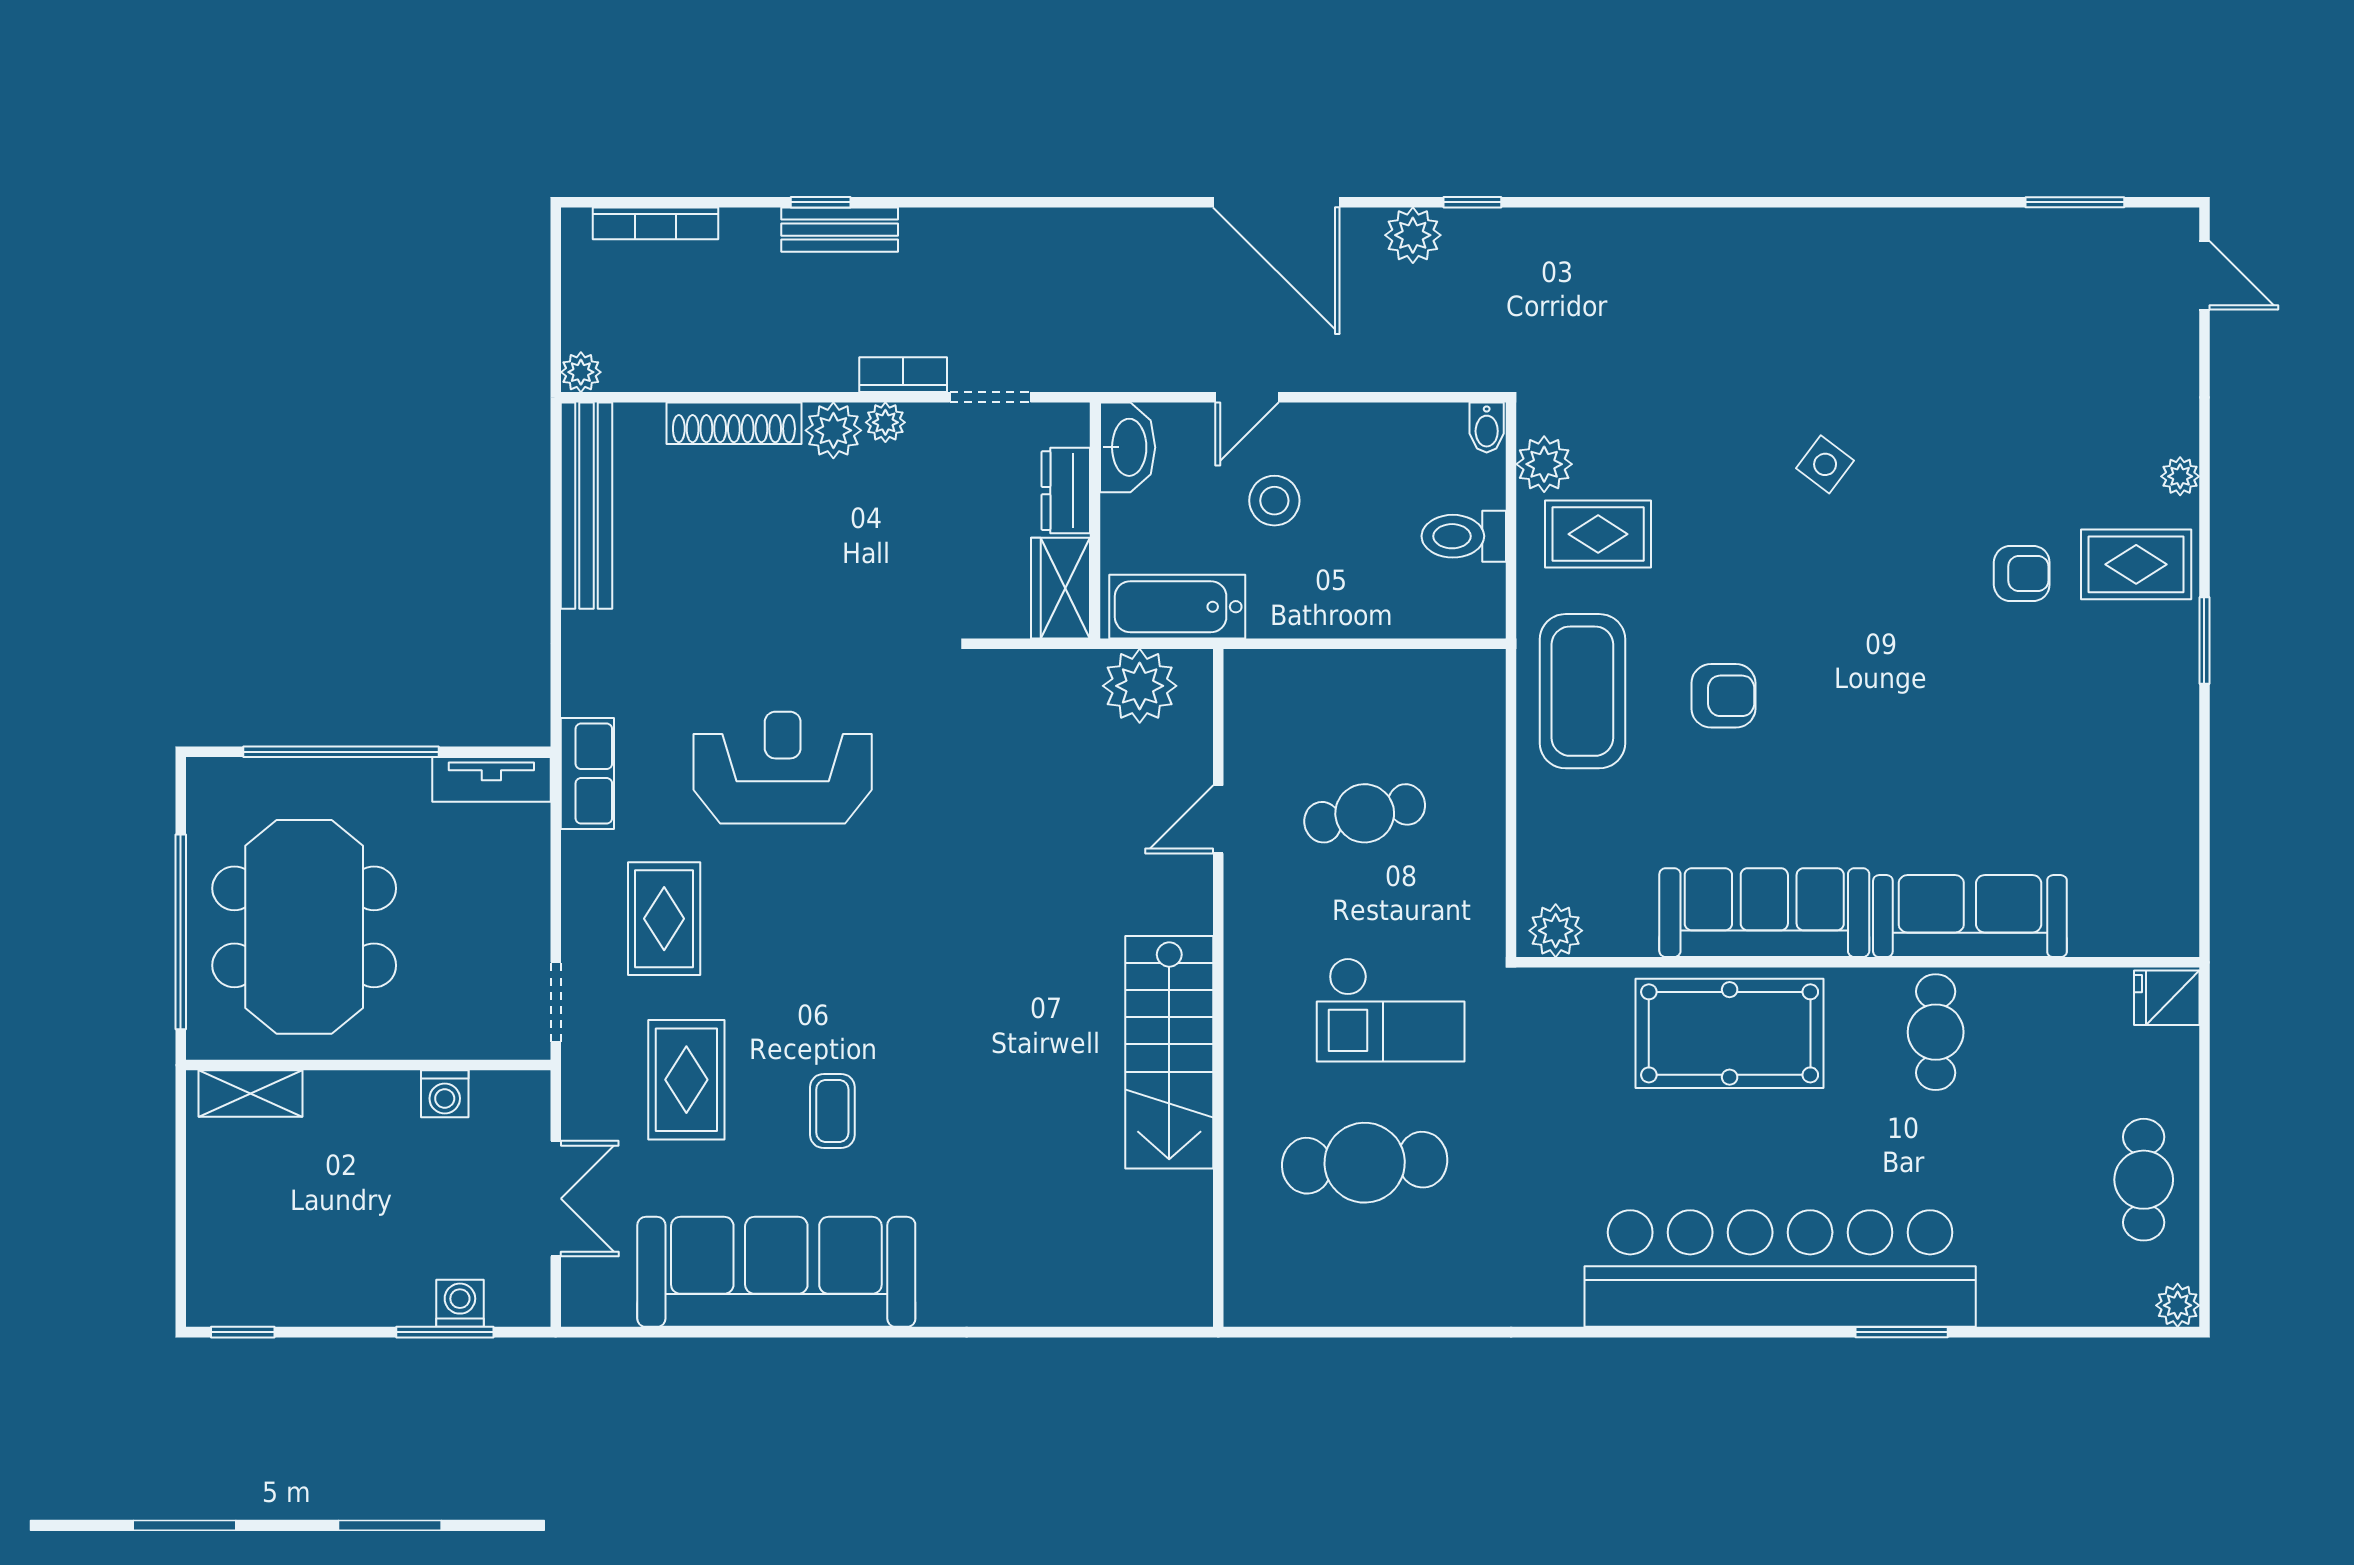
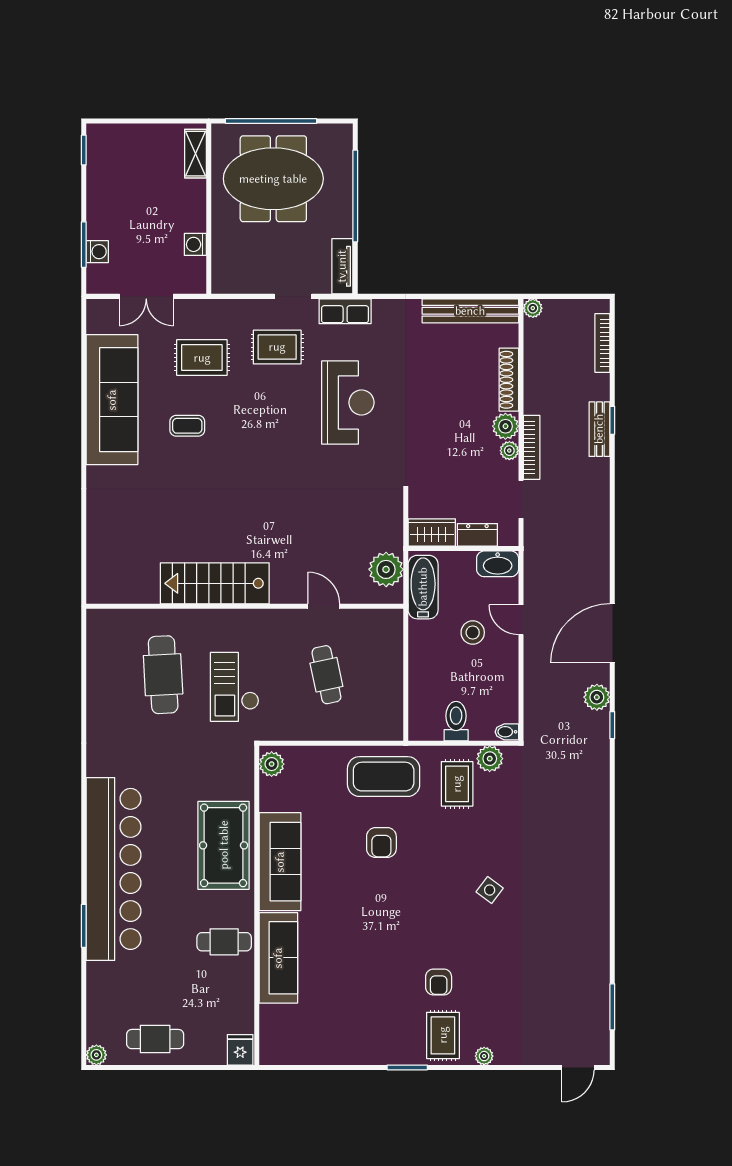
bookcase: (903, 375) -> (532, 447), width x1.56
doorway: (556, 1002) -> (293, 296), moved

